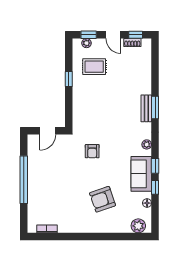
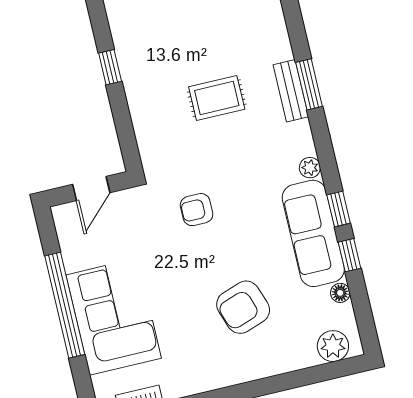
rug: (94, 67) -> (217, 98), moved
armchair: (92, 151) -> (197, 210), turned 90
sofa: (141, 174) -> (313, 233), width x1.36
corner sofa: (44, 190) -> (114, 317), added

